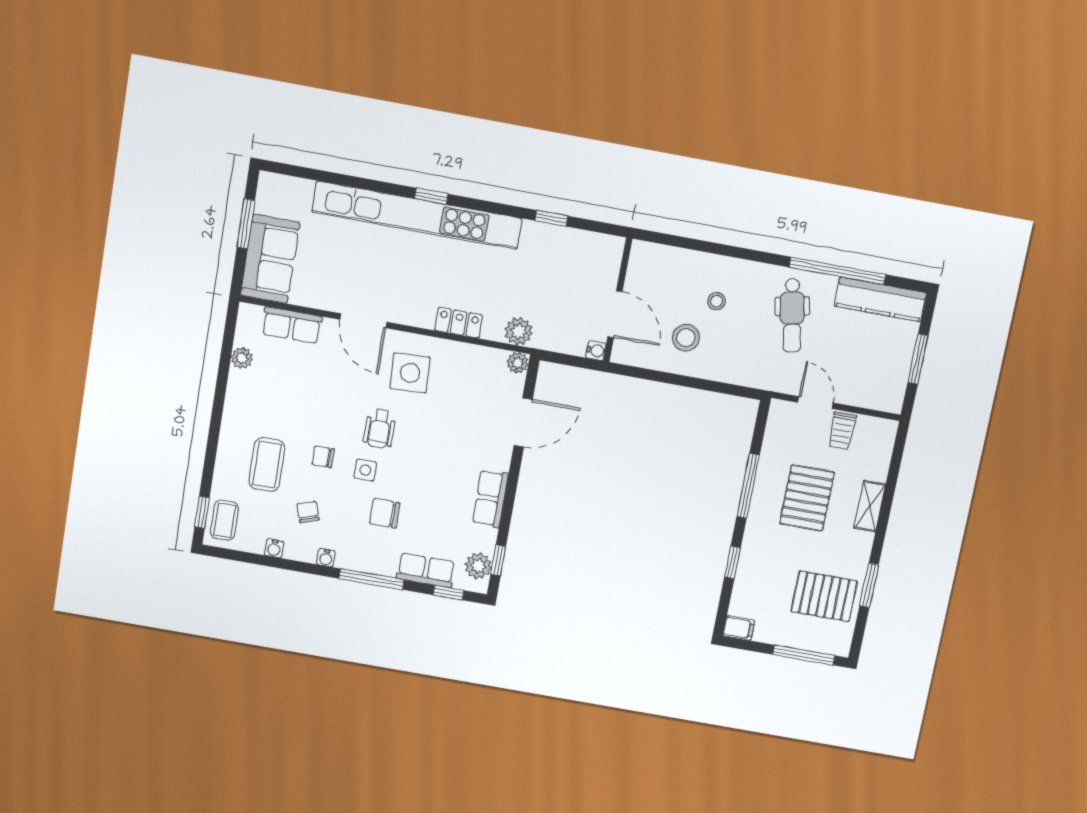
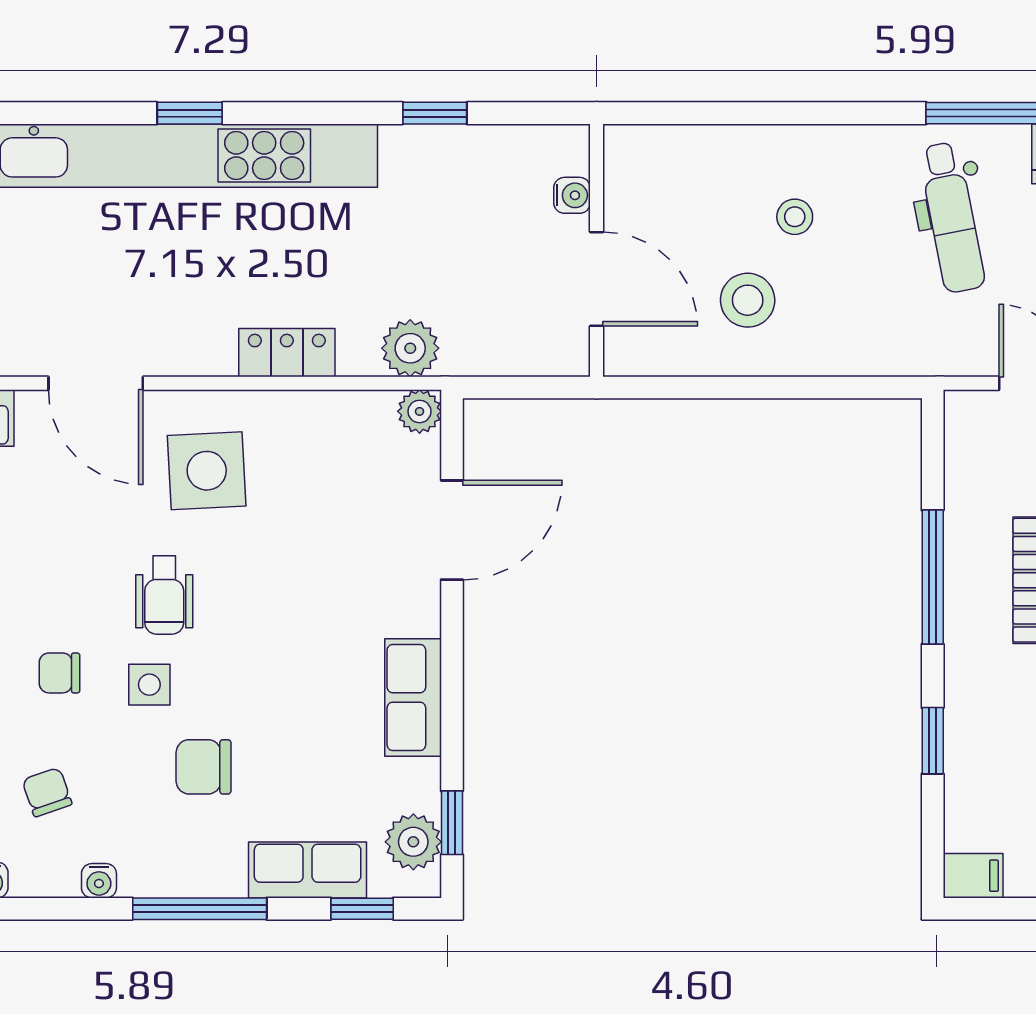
water cooler: (596, 351) -> (572, 195), moved

